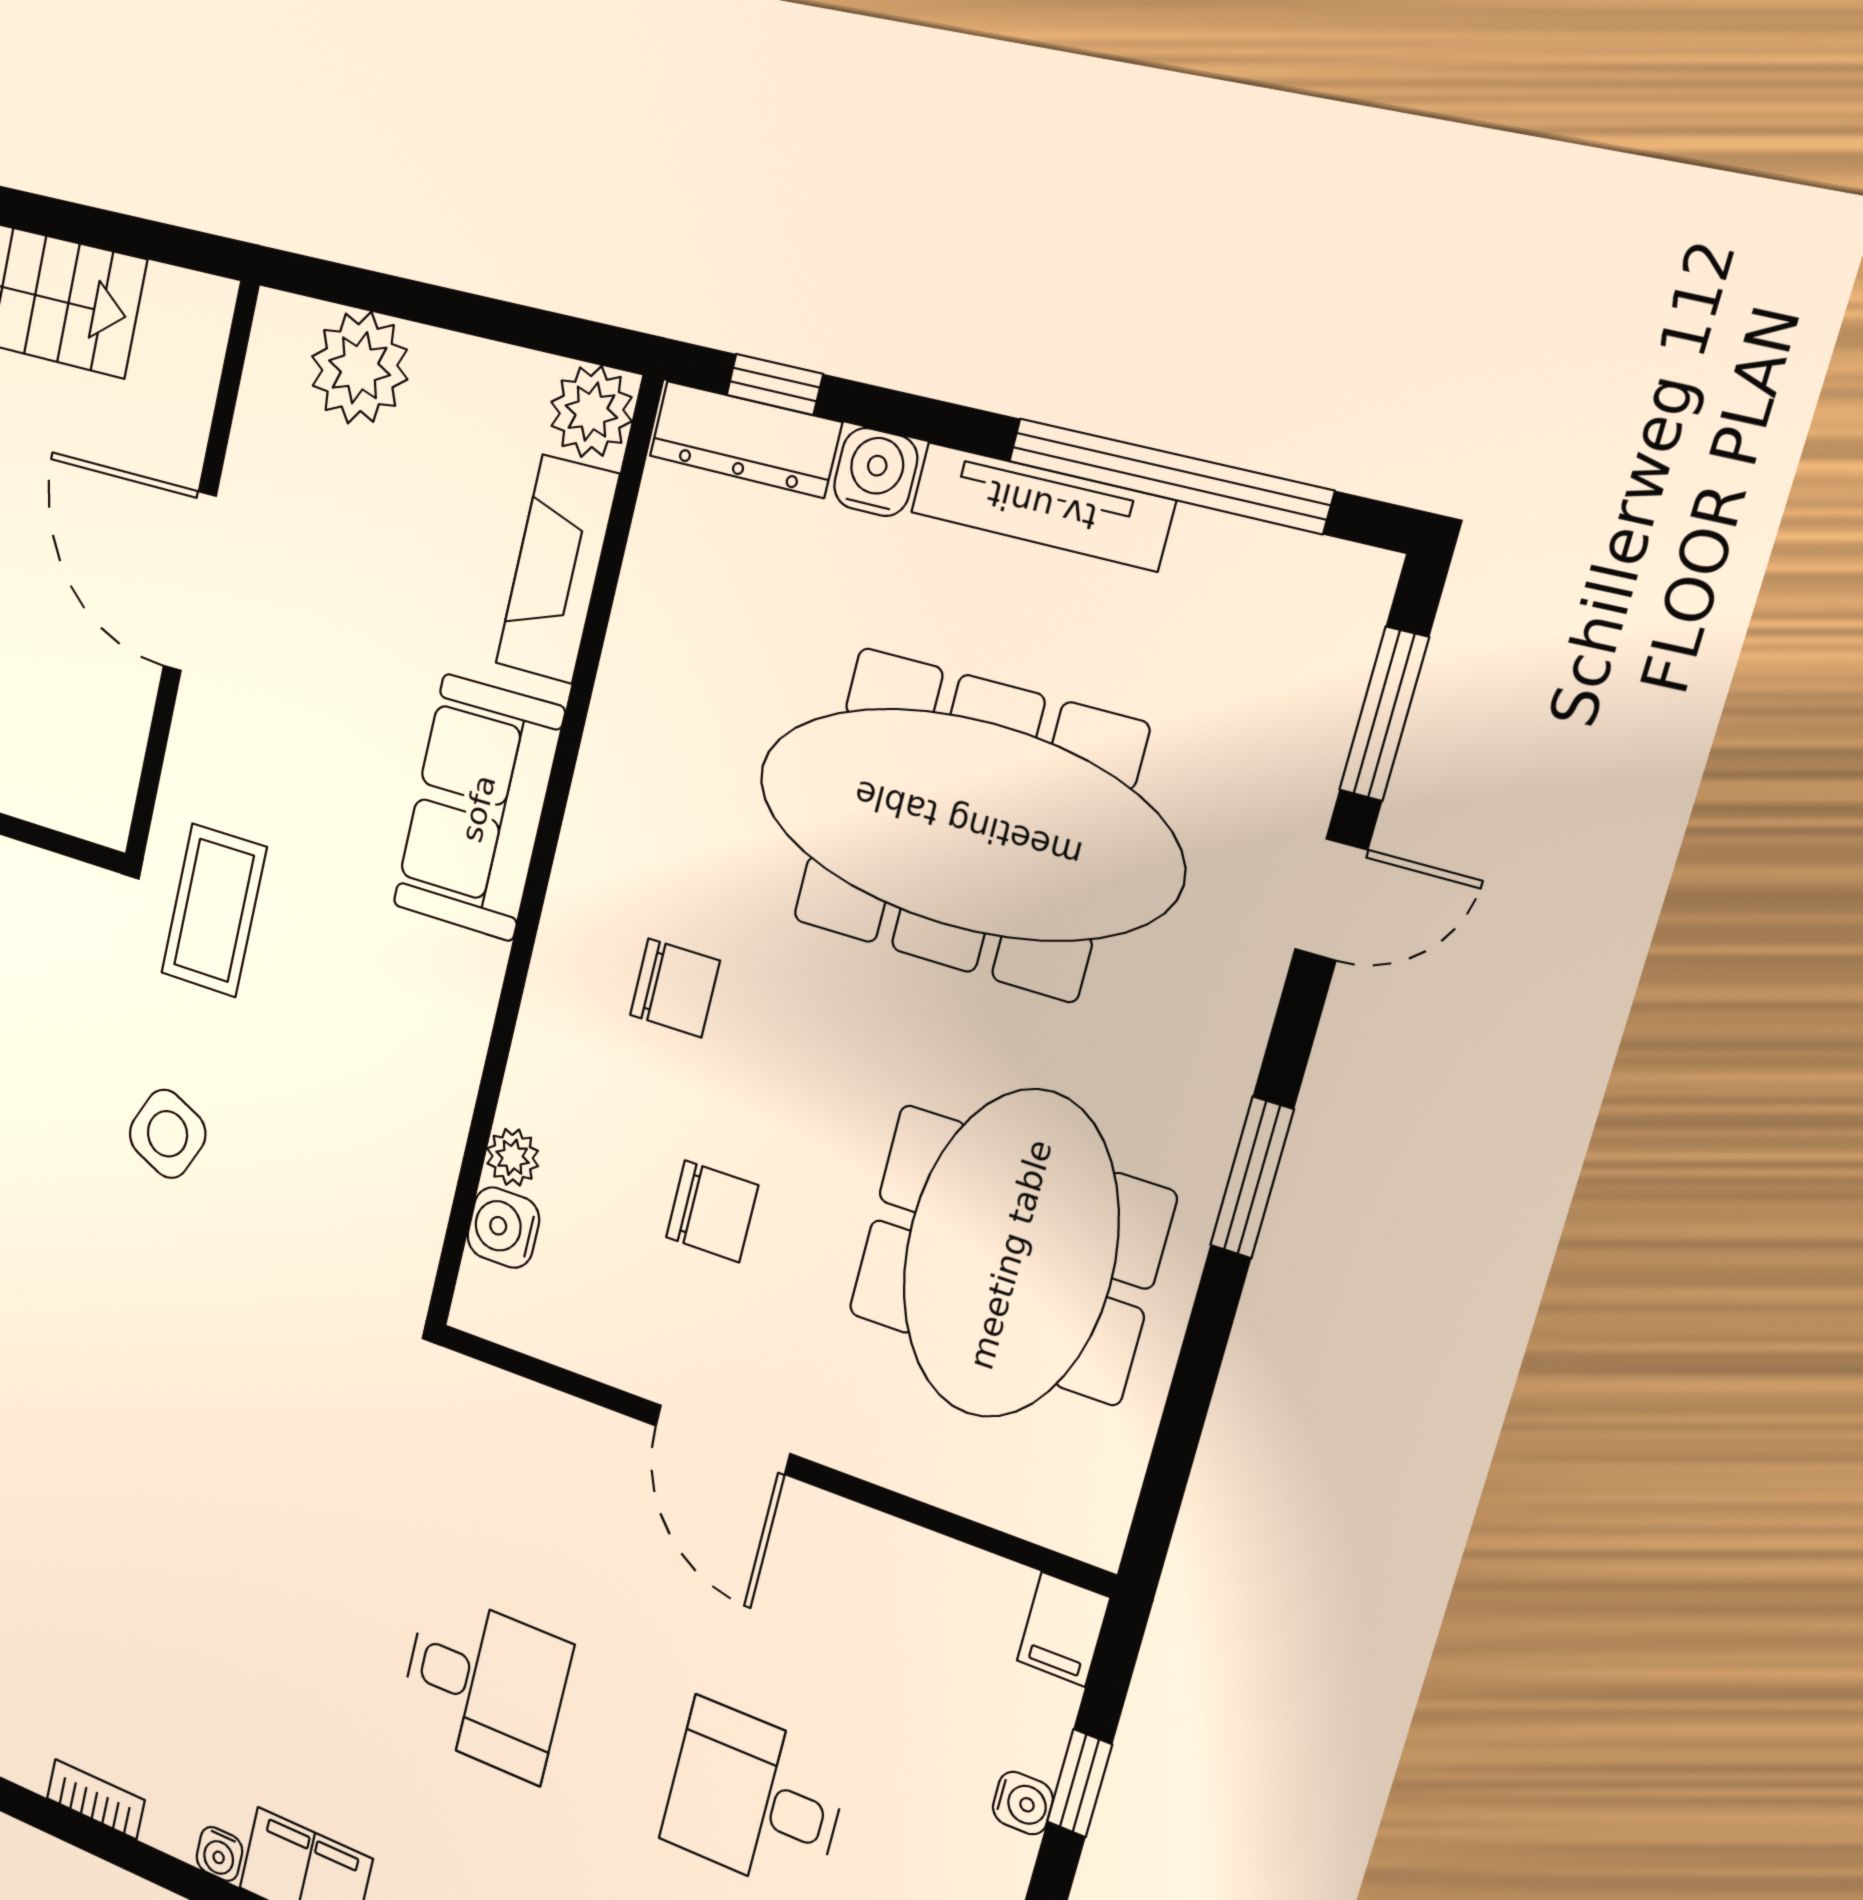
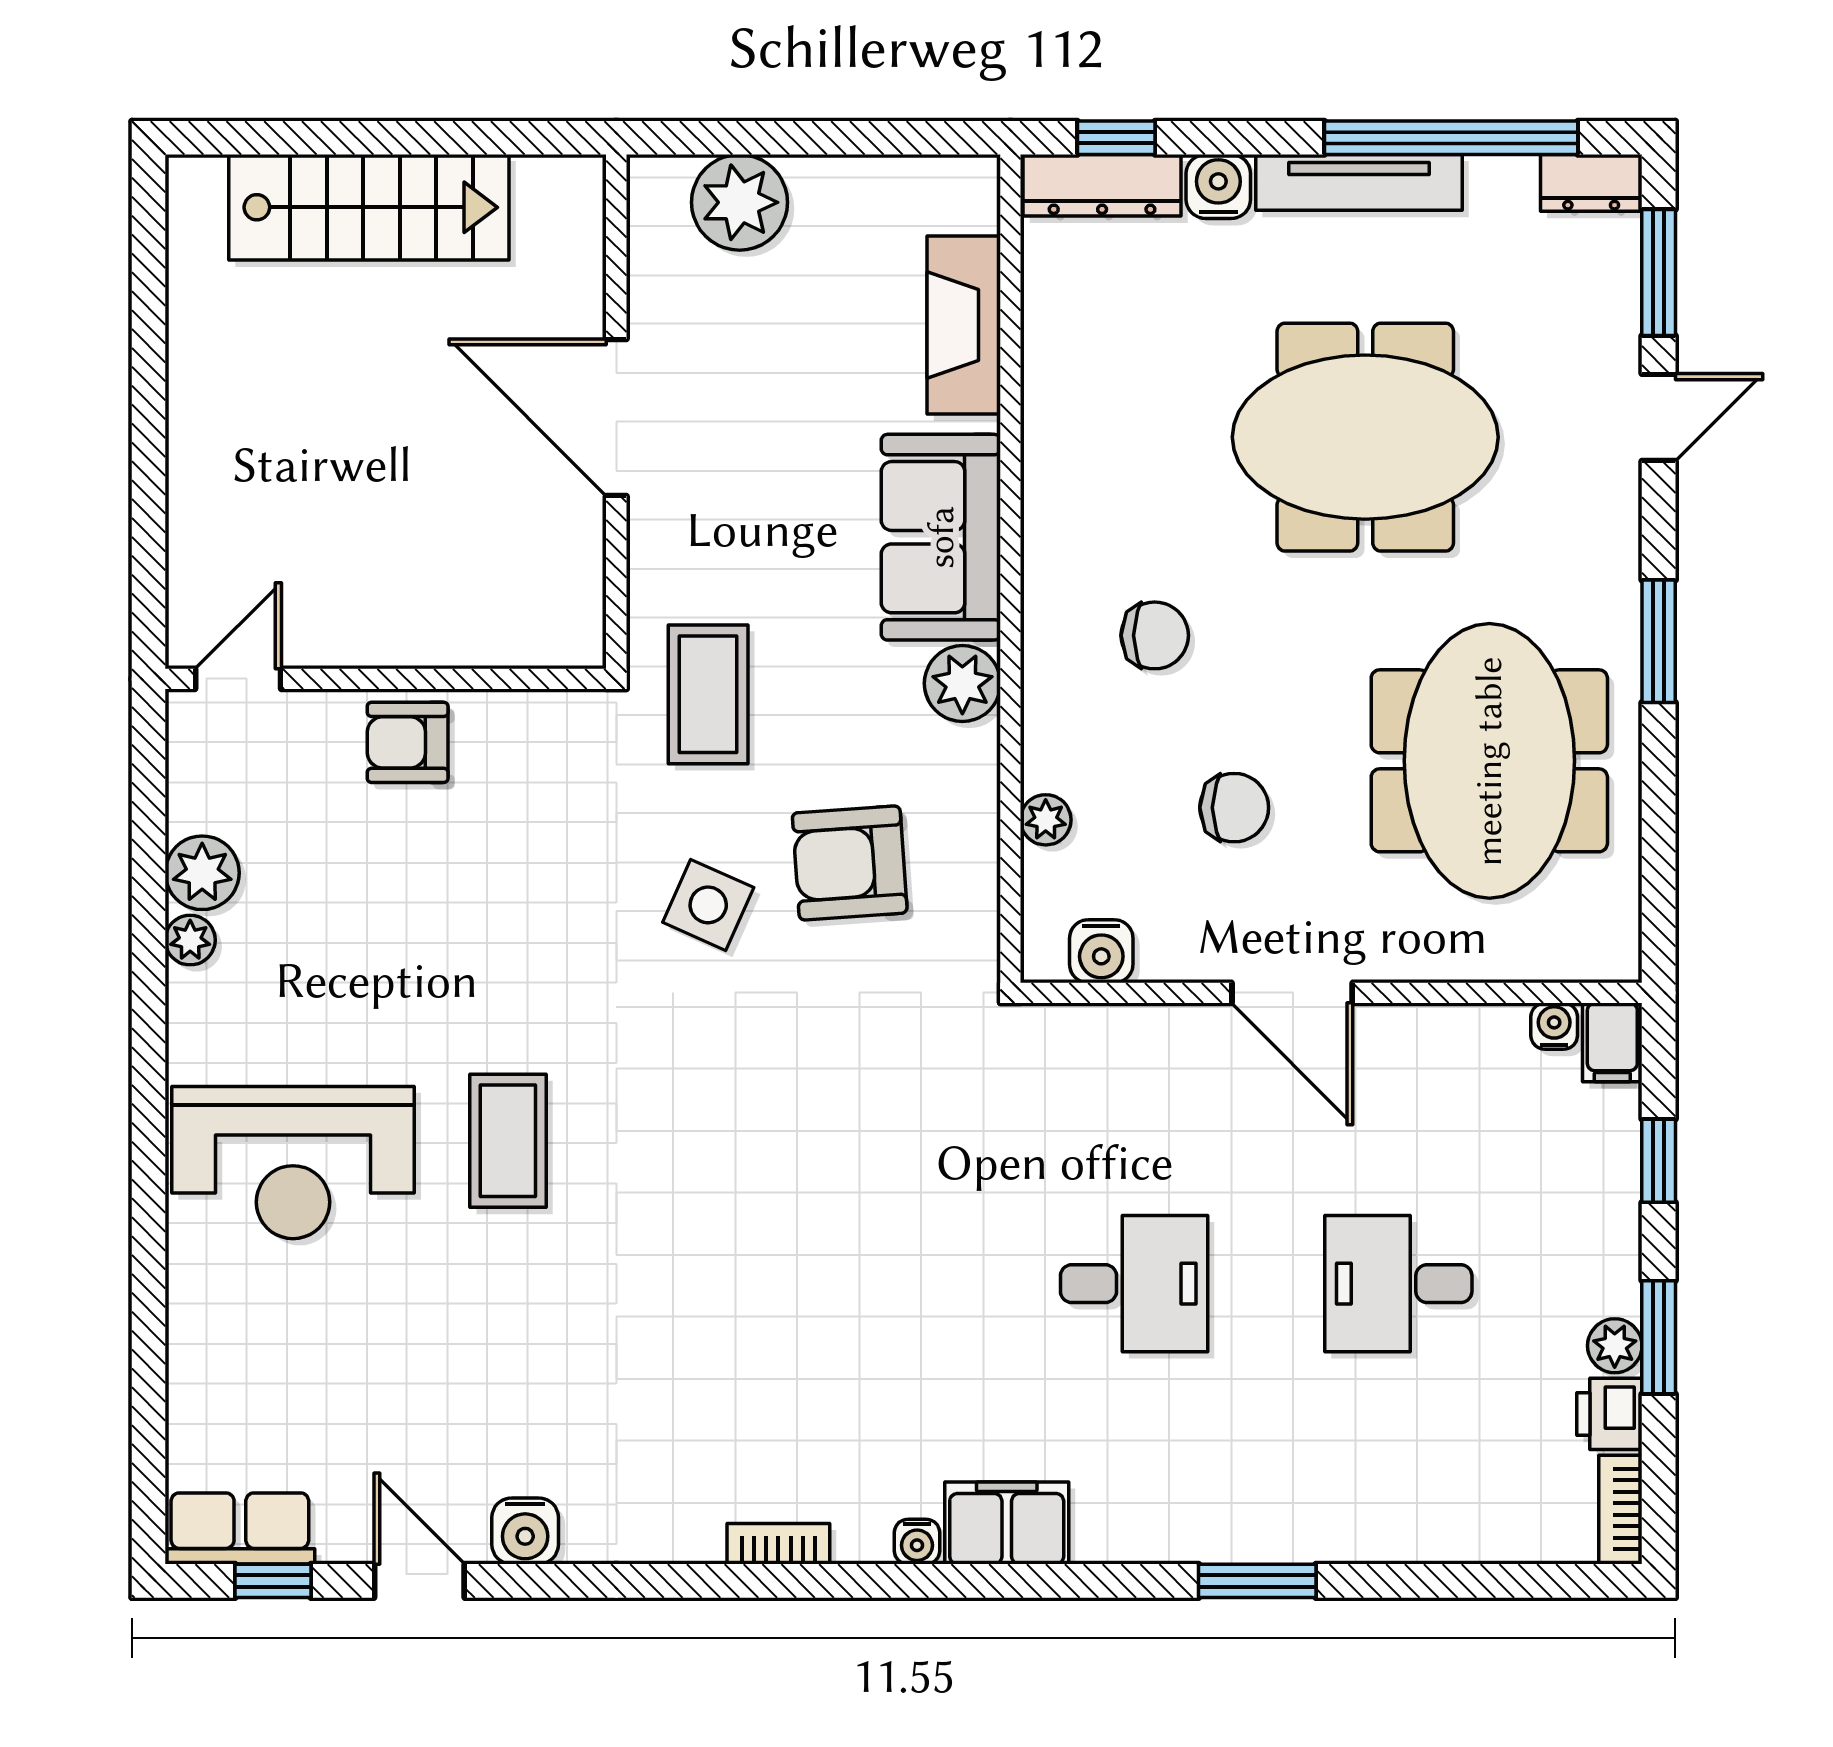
plant: (591, 412) -> (962, 683), moved
dresser: (1330, 576) -> (1591, 183), added
meeting table: (968, 824) -> (1365, 437), width x0.73
armchair: (309, 1137) -> (850, 863), added
water cooler: (503, 1228) -> (1101, 951), moved, turned -90
water cooler: (1023, 1803) -> (1554, 1026), moved, turned -90

